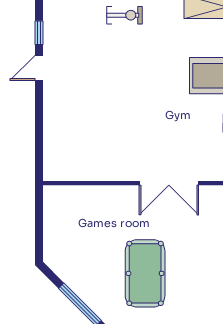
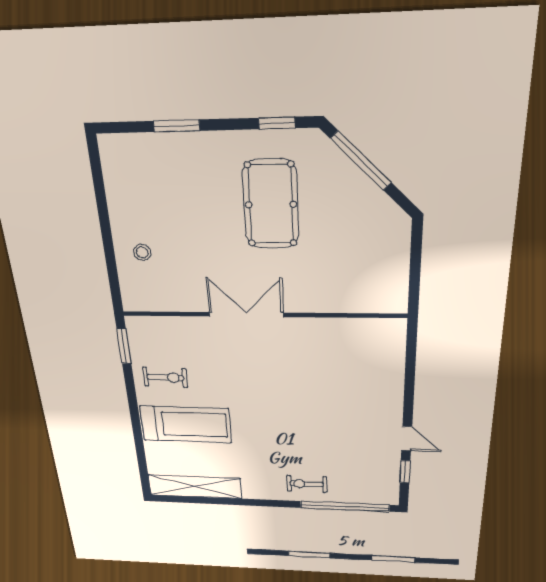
door: (39, 68) -> (407, 439), hinge flipped

